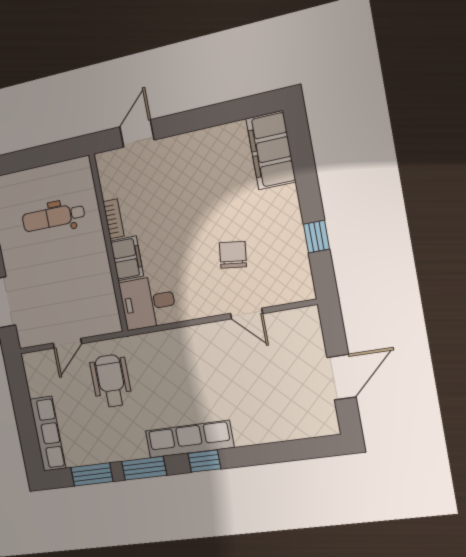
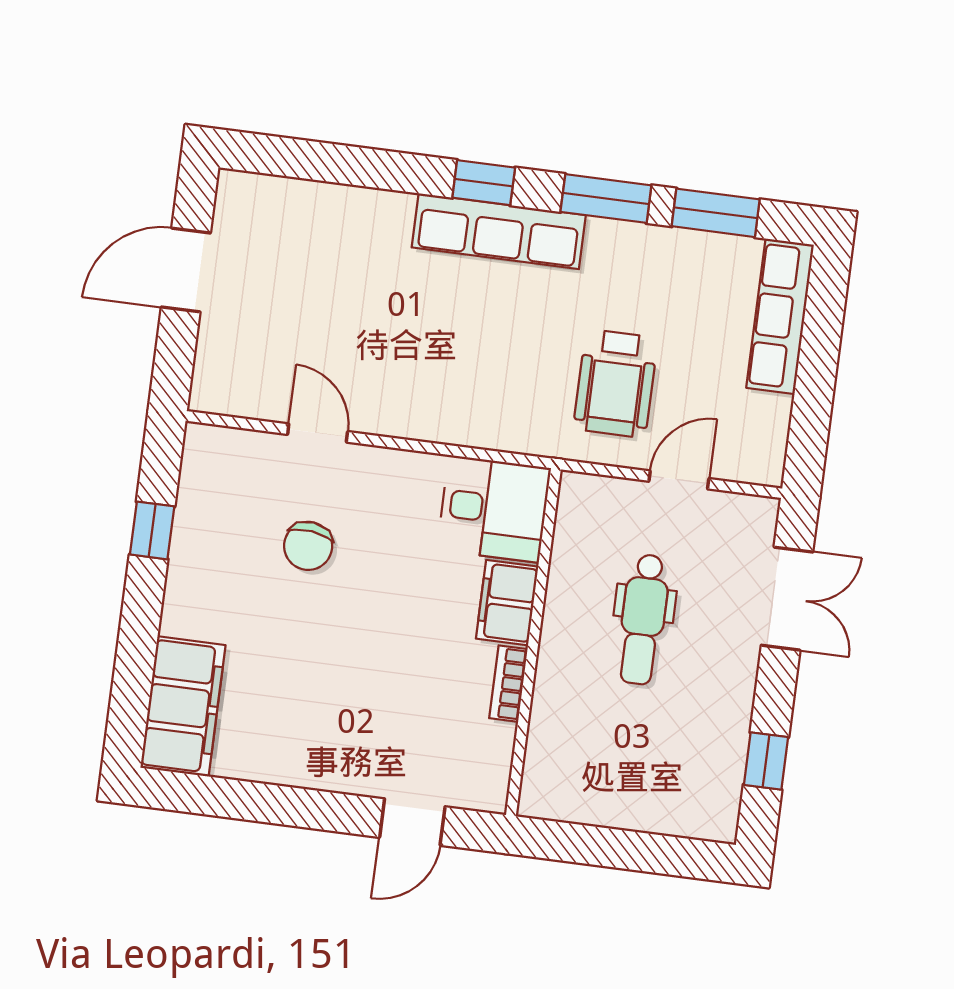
dental chair: (53, 217) -> (643, 619), moved, turned 90

